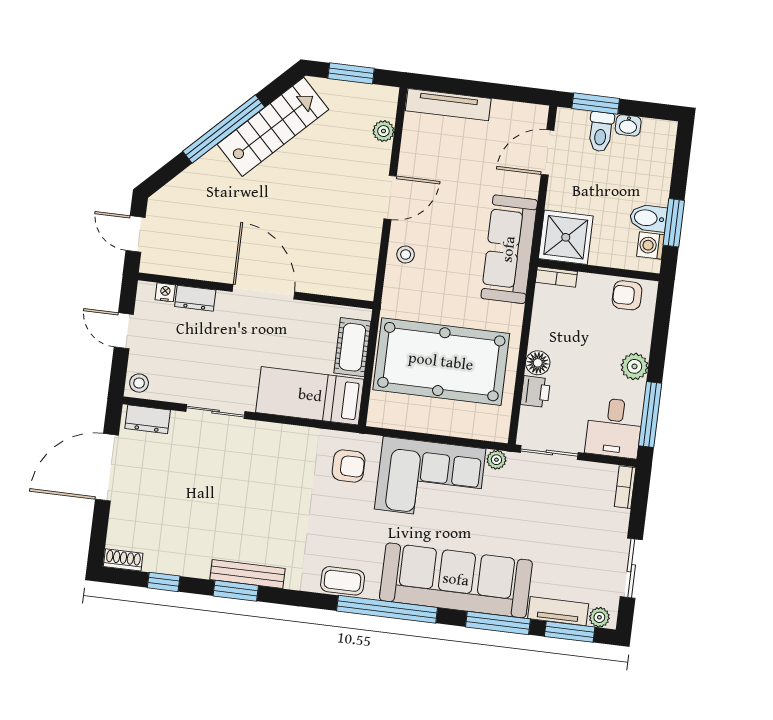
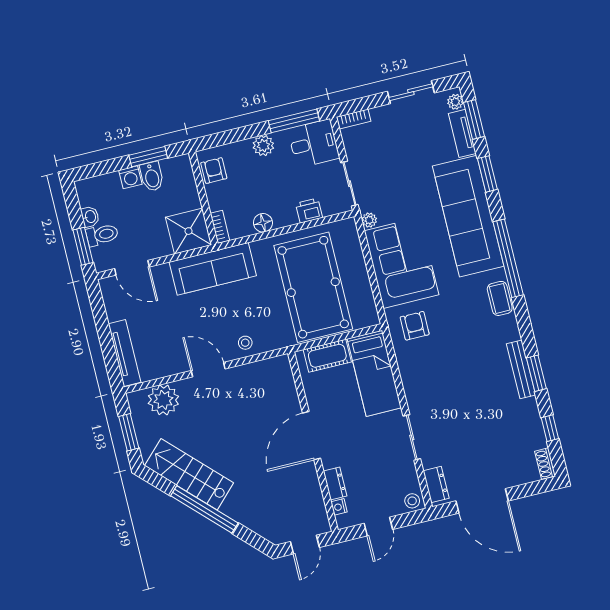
plant: (383, 131) -> (163, 400), width x1.87, depth x1.87
washing machine: (651, 245) -> (130, 177), moved
armchair: (627, 295) -> (214, 171), turned 180
floor lamp: (538, 363) -> (263, 223), moved
window: (498, 623) -> (487, 174), width x0.69

